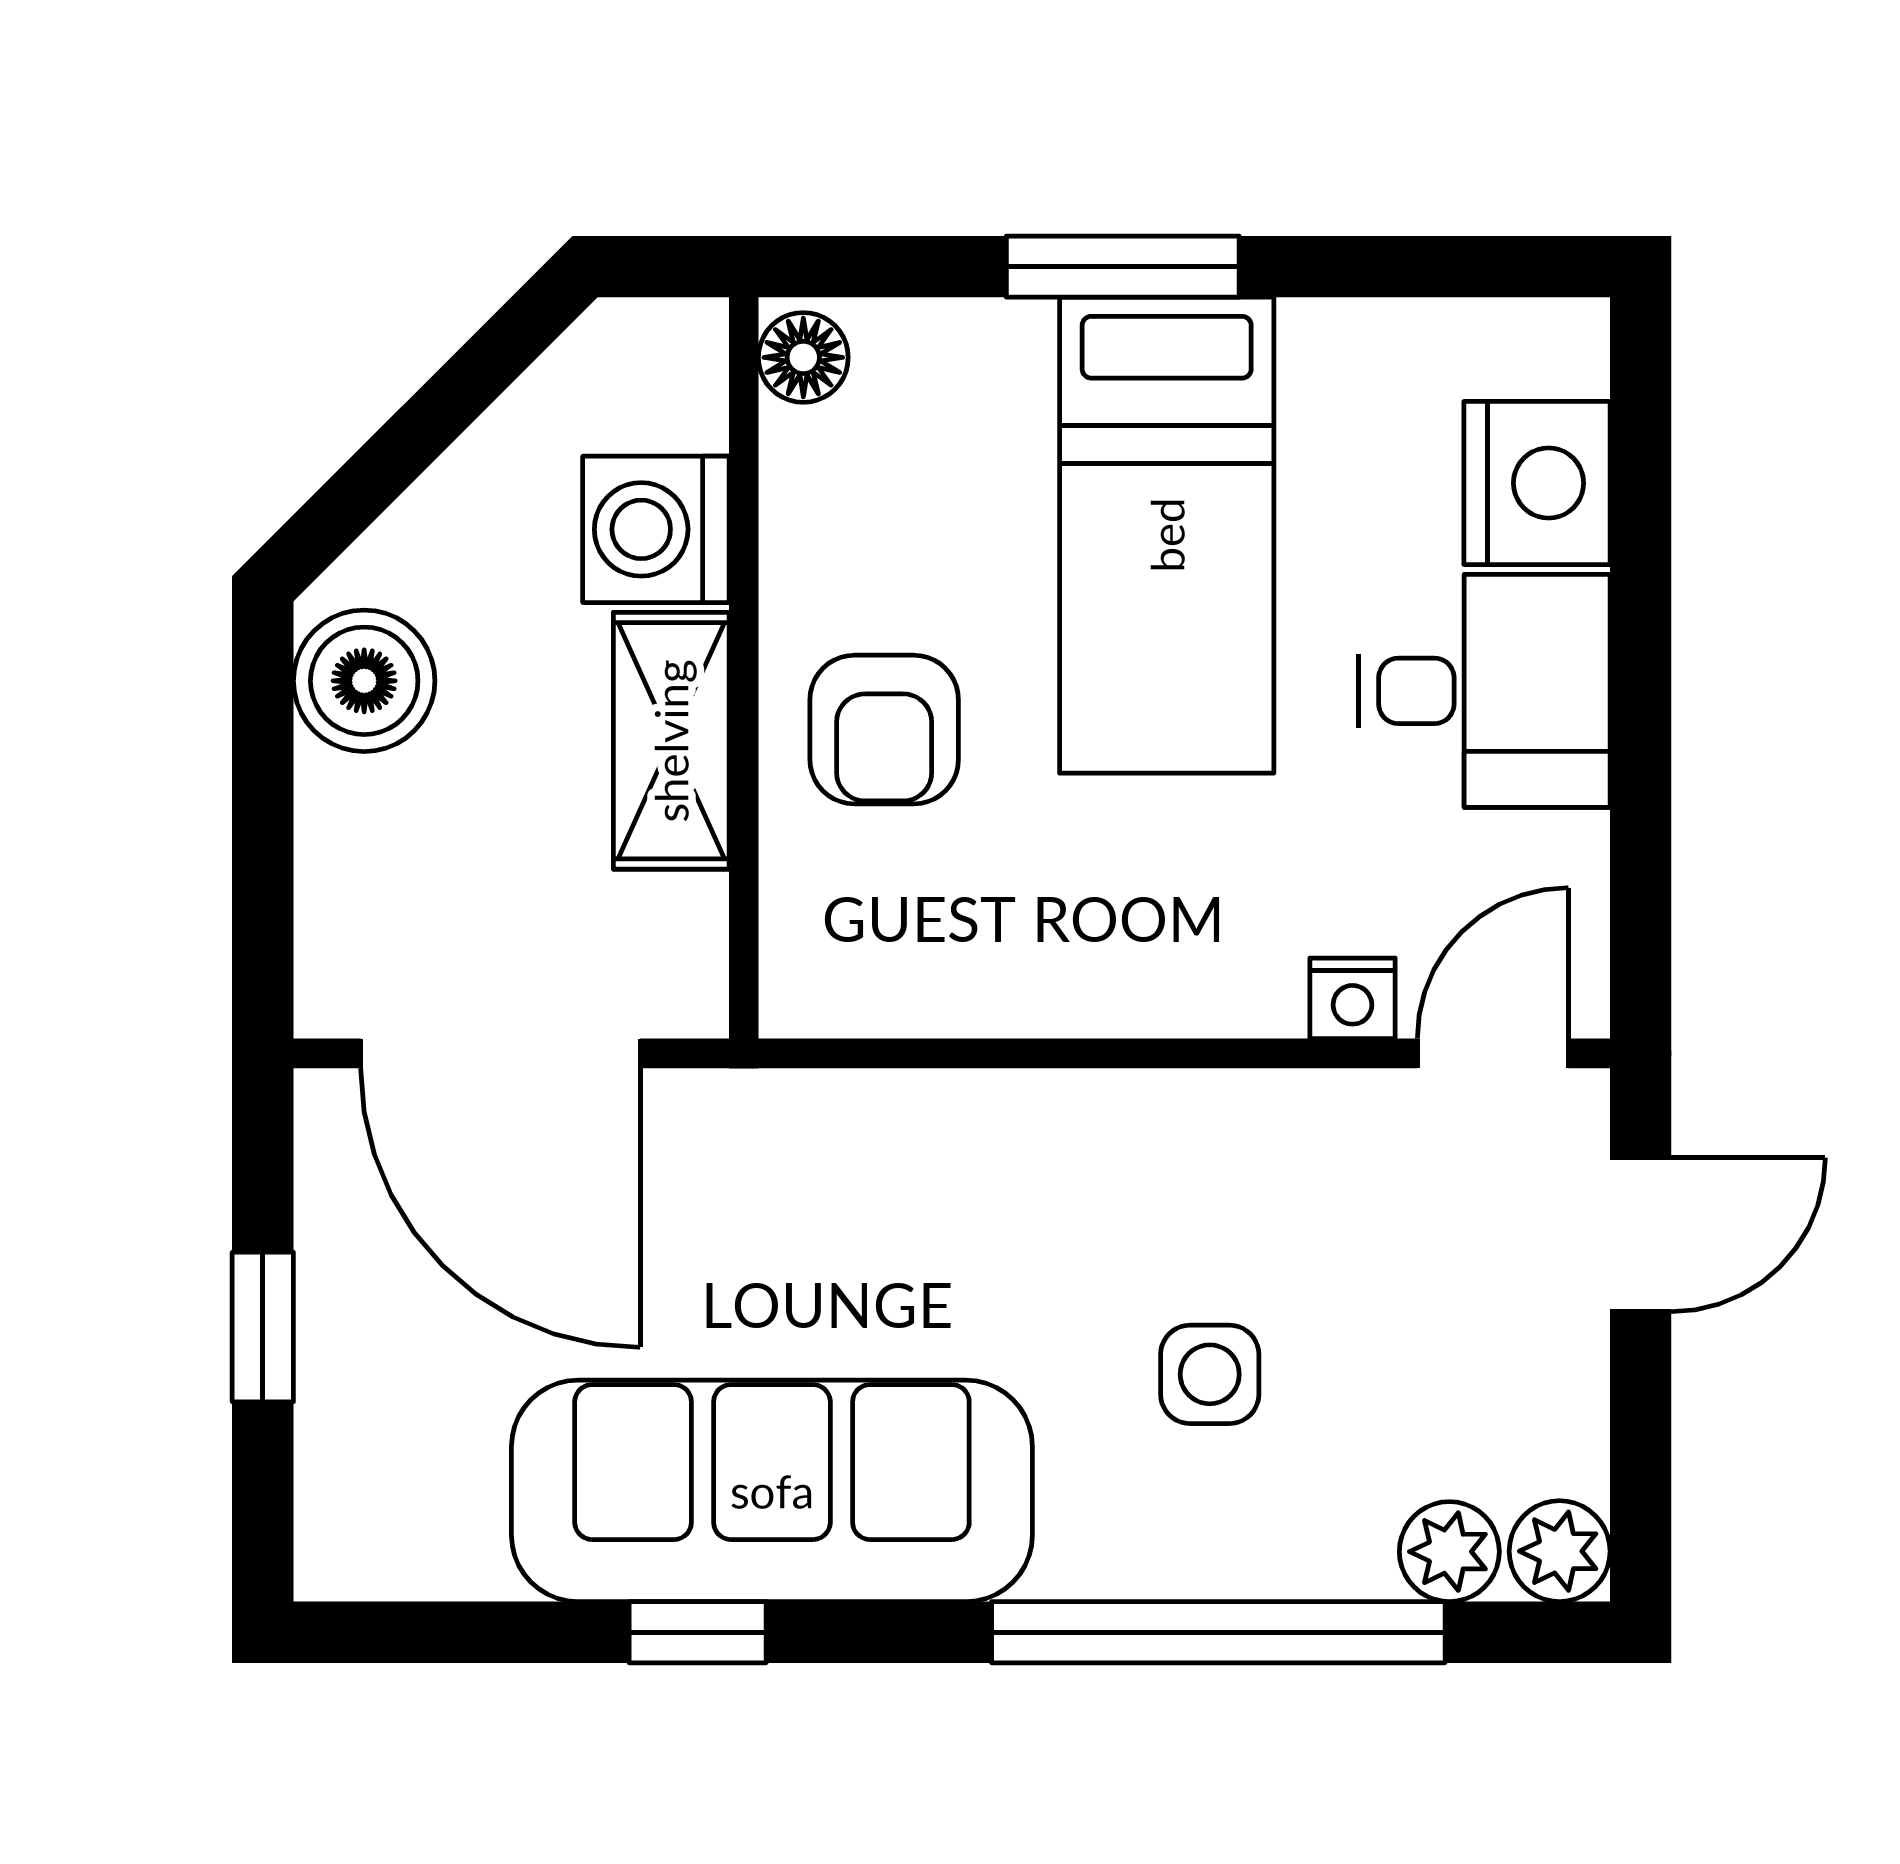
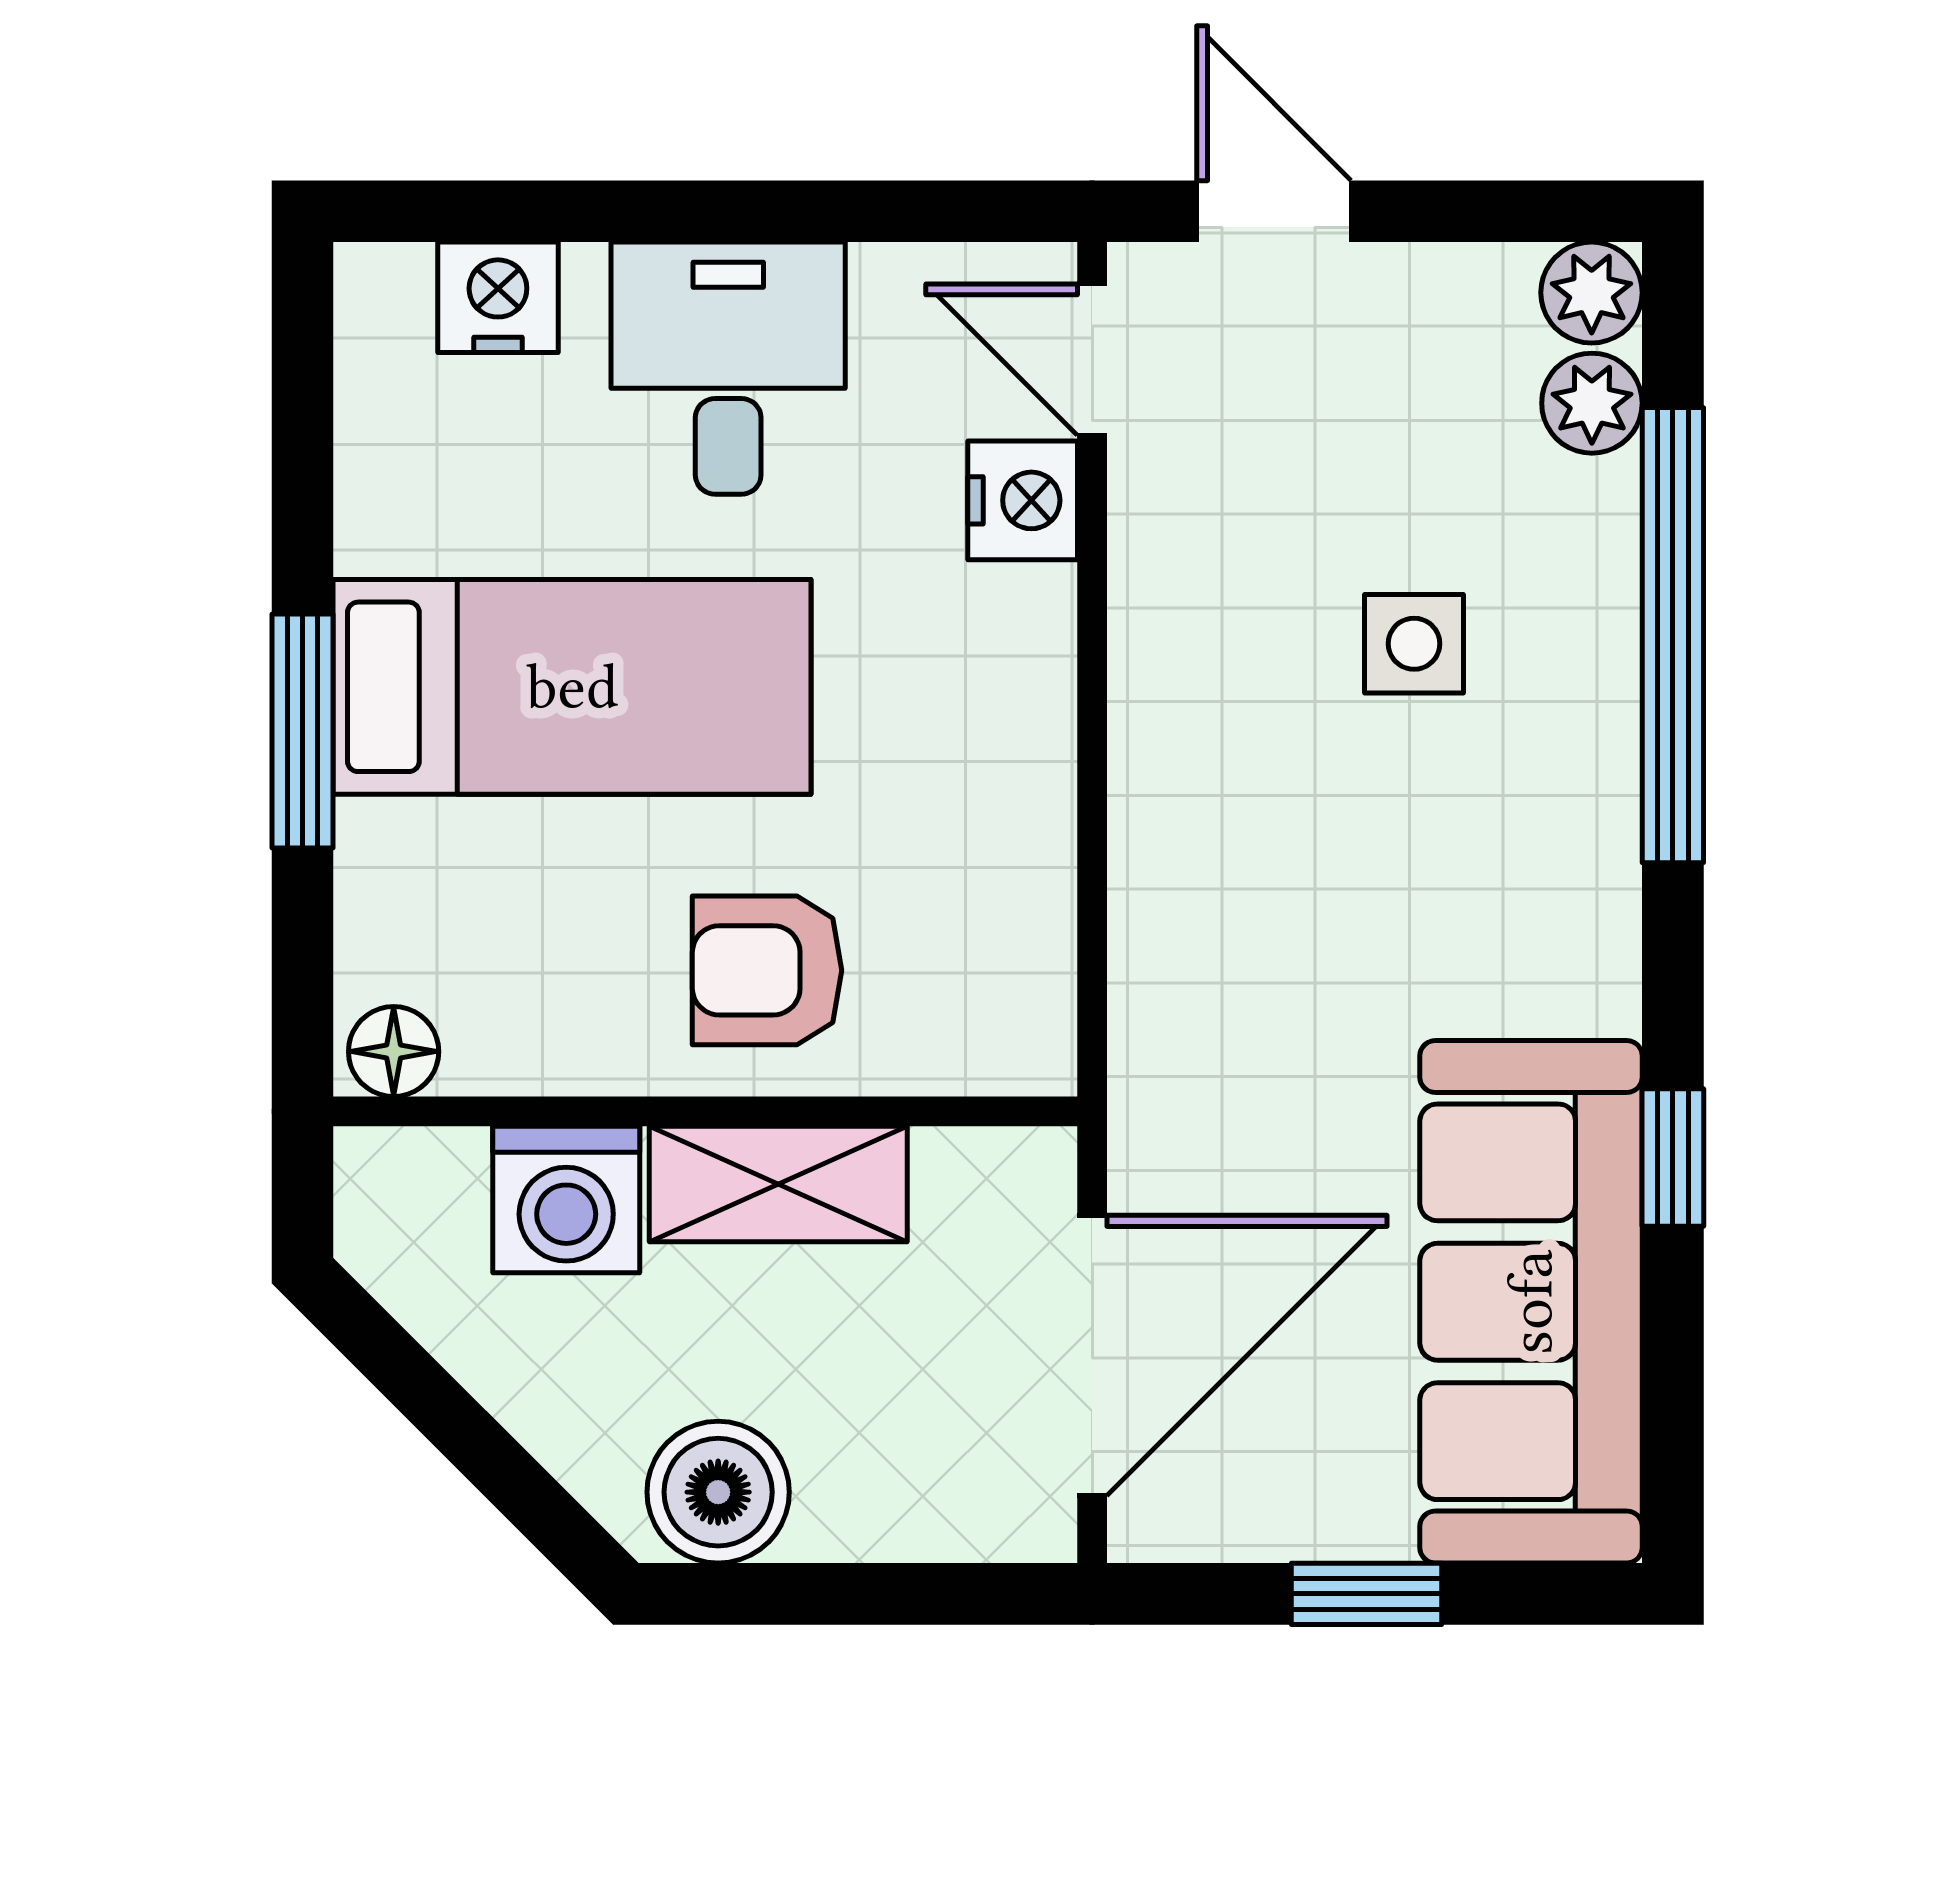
nightstand: (1537, 483) -> (498, 297), width x0.74, depth x0.75
armchair: (884, 730) -> (767, 970), turned 180
nightstand: (1352, 998) -> (1023, 500), width x1.39, depth x1.35
sofa: (772, 1491) -> (1531, 1302), moved

